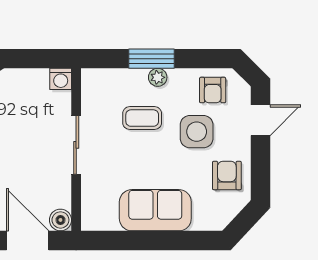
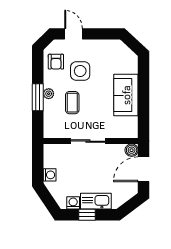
washing machine: (61, 79) -> (50, 175), moved
armchair: (213, 90) -> (56, 62), turned 90
armchair: (227, 175) -> (106, 53), removed

